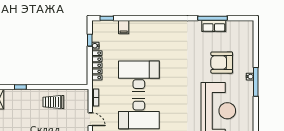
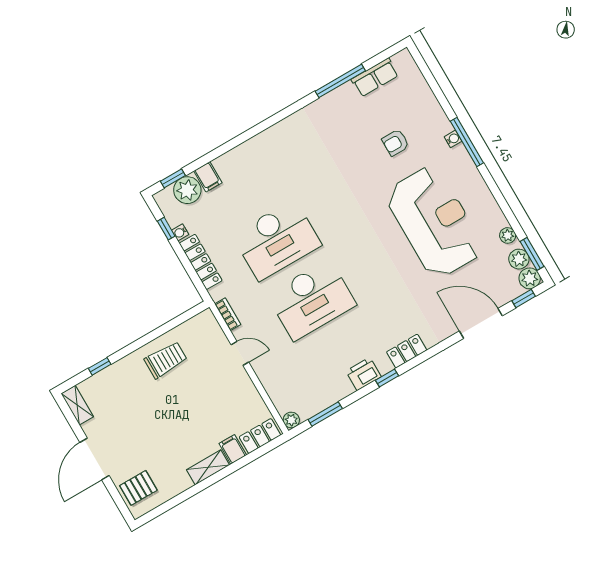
row of seats: (214, 26) -> (375, 77), moved
plant: (110, 28) -> (187, 190), added
armchair: (222, 63) -> (395, 143), width x0.53, depth x0.53
desk: (139, 76) -> (277, 240), turned 180
trolley: (53, 102) -> (166, 360), turned 180

